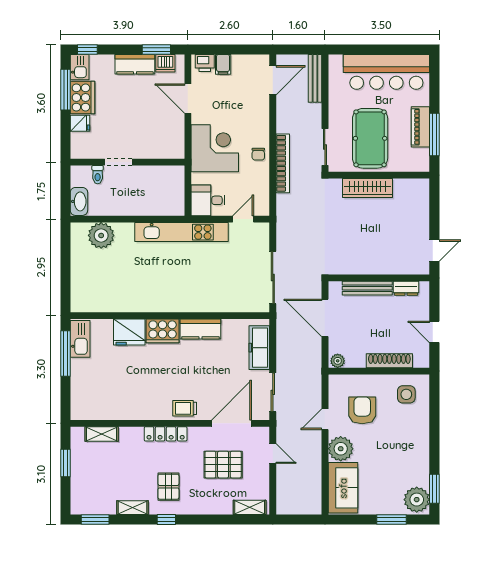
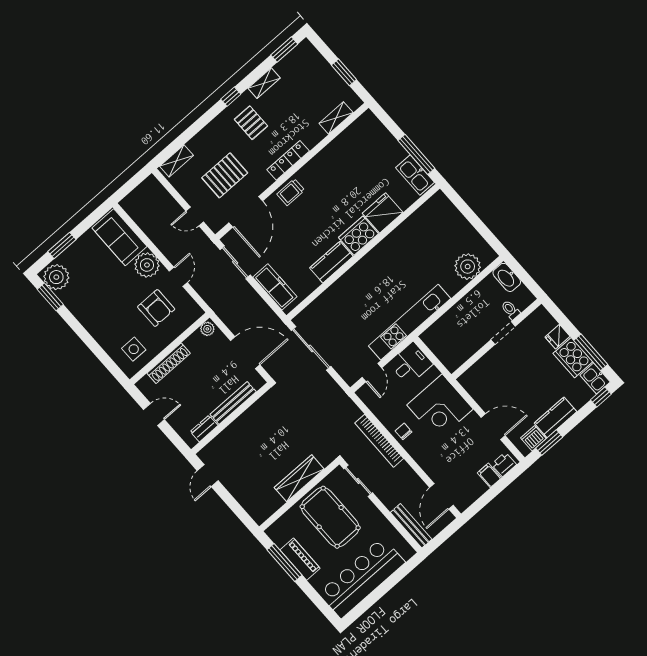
trolley: (185, 408) -> (291, 192), turned 180

